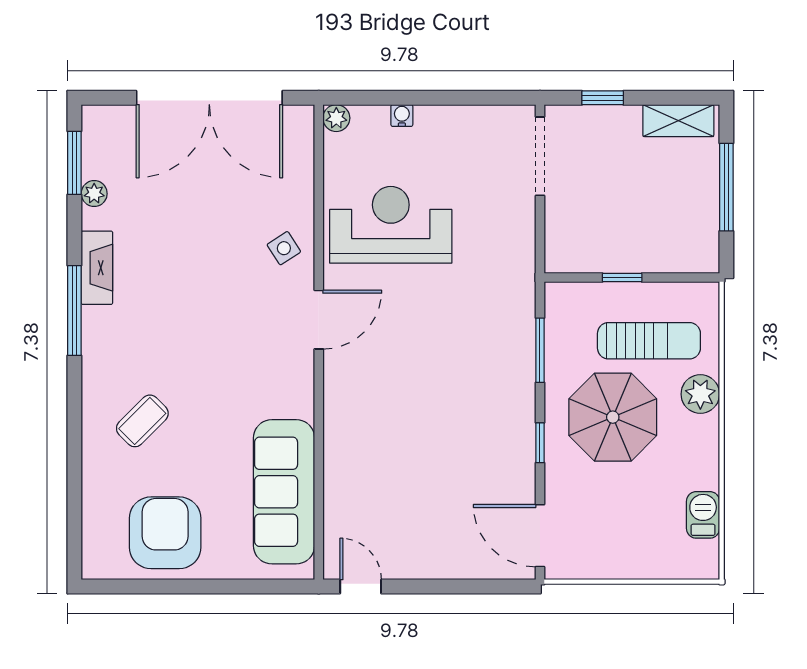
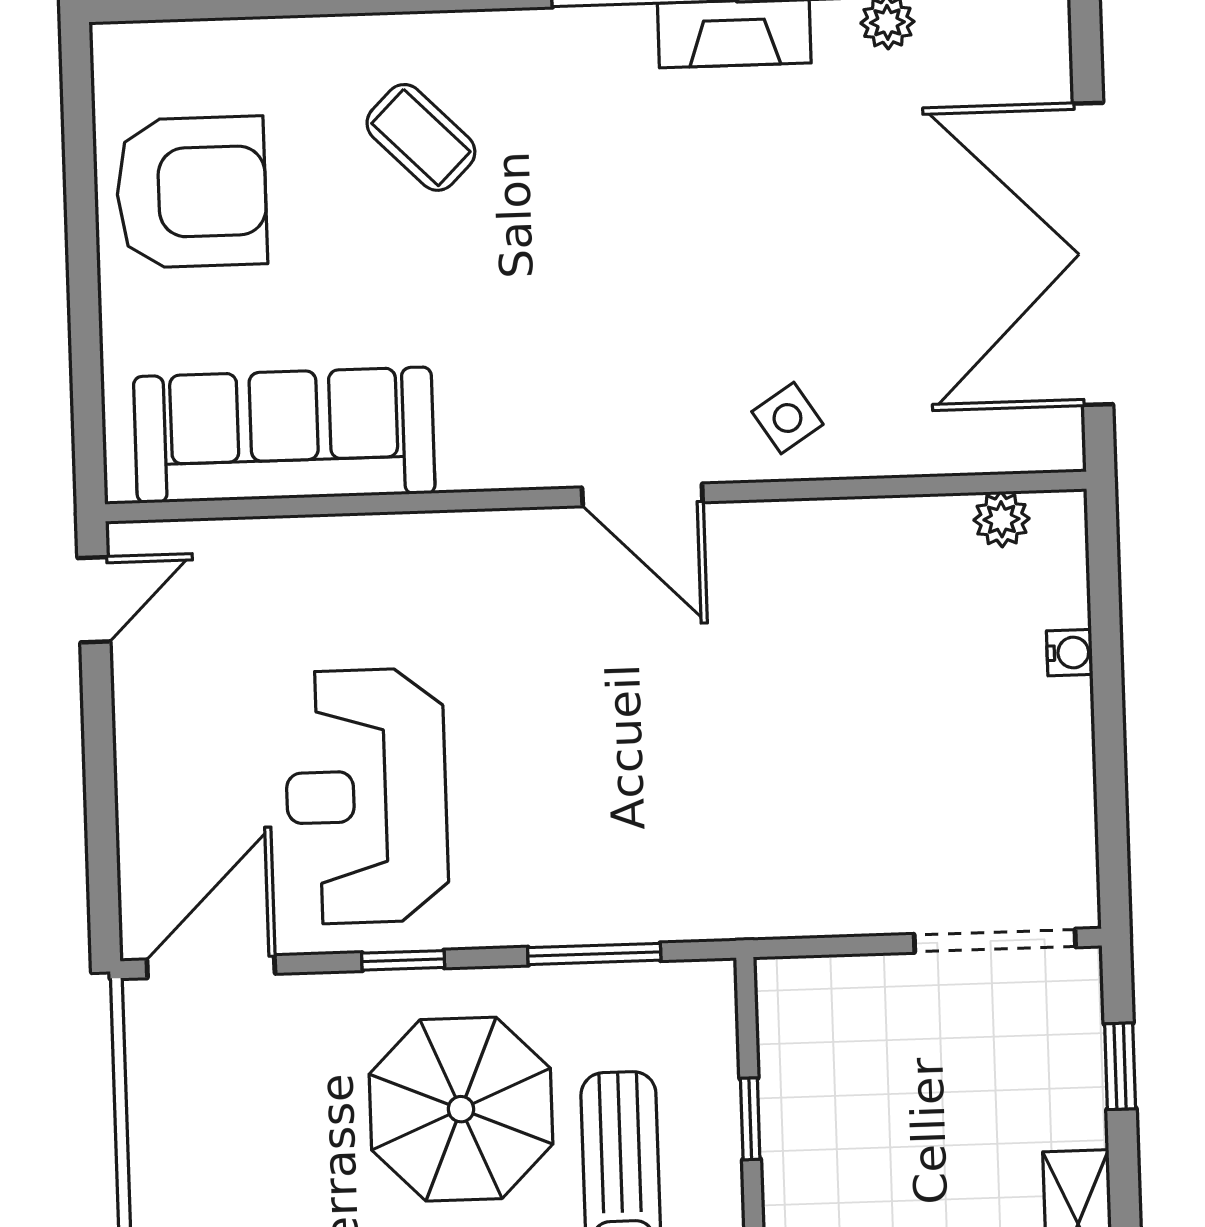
plant: (336, 118) -> (1001, 519), moved
reception desk: (391, 225) -> (366, 796), moved, turned 180

